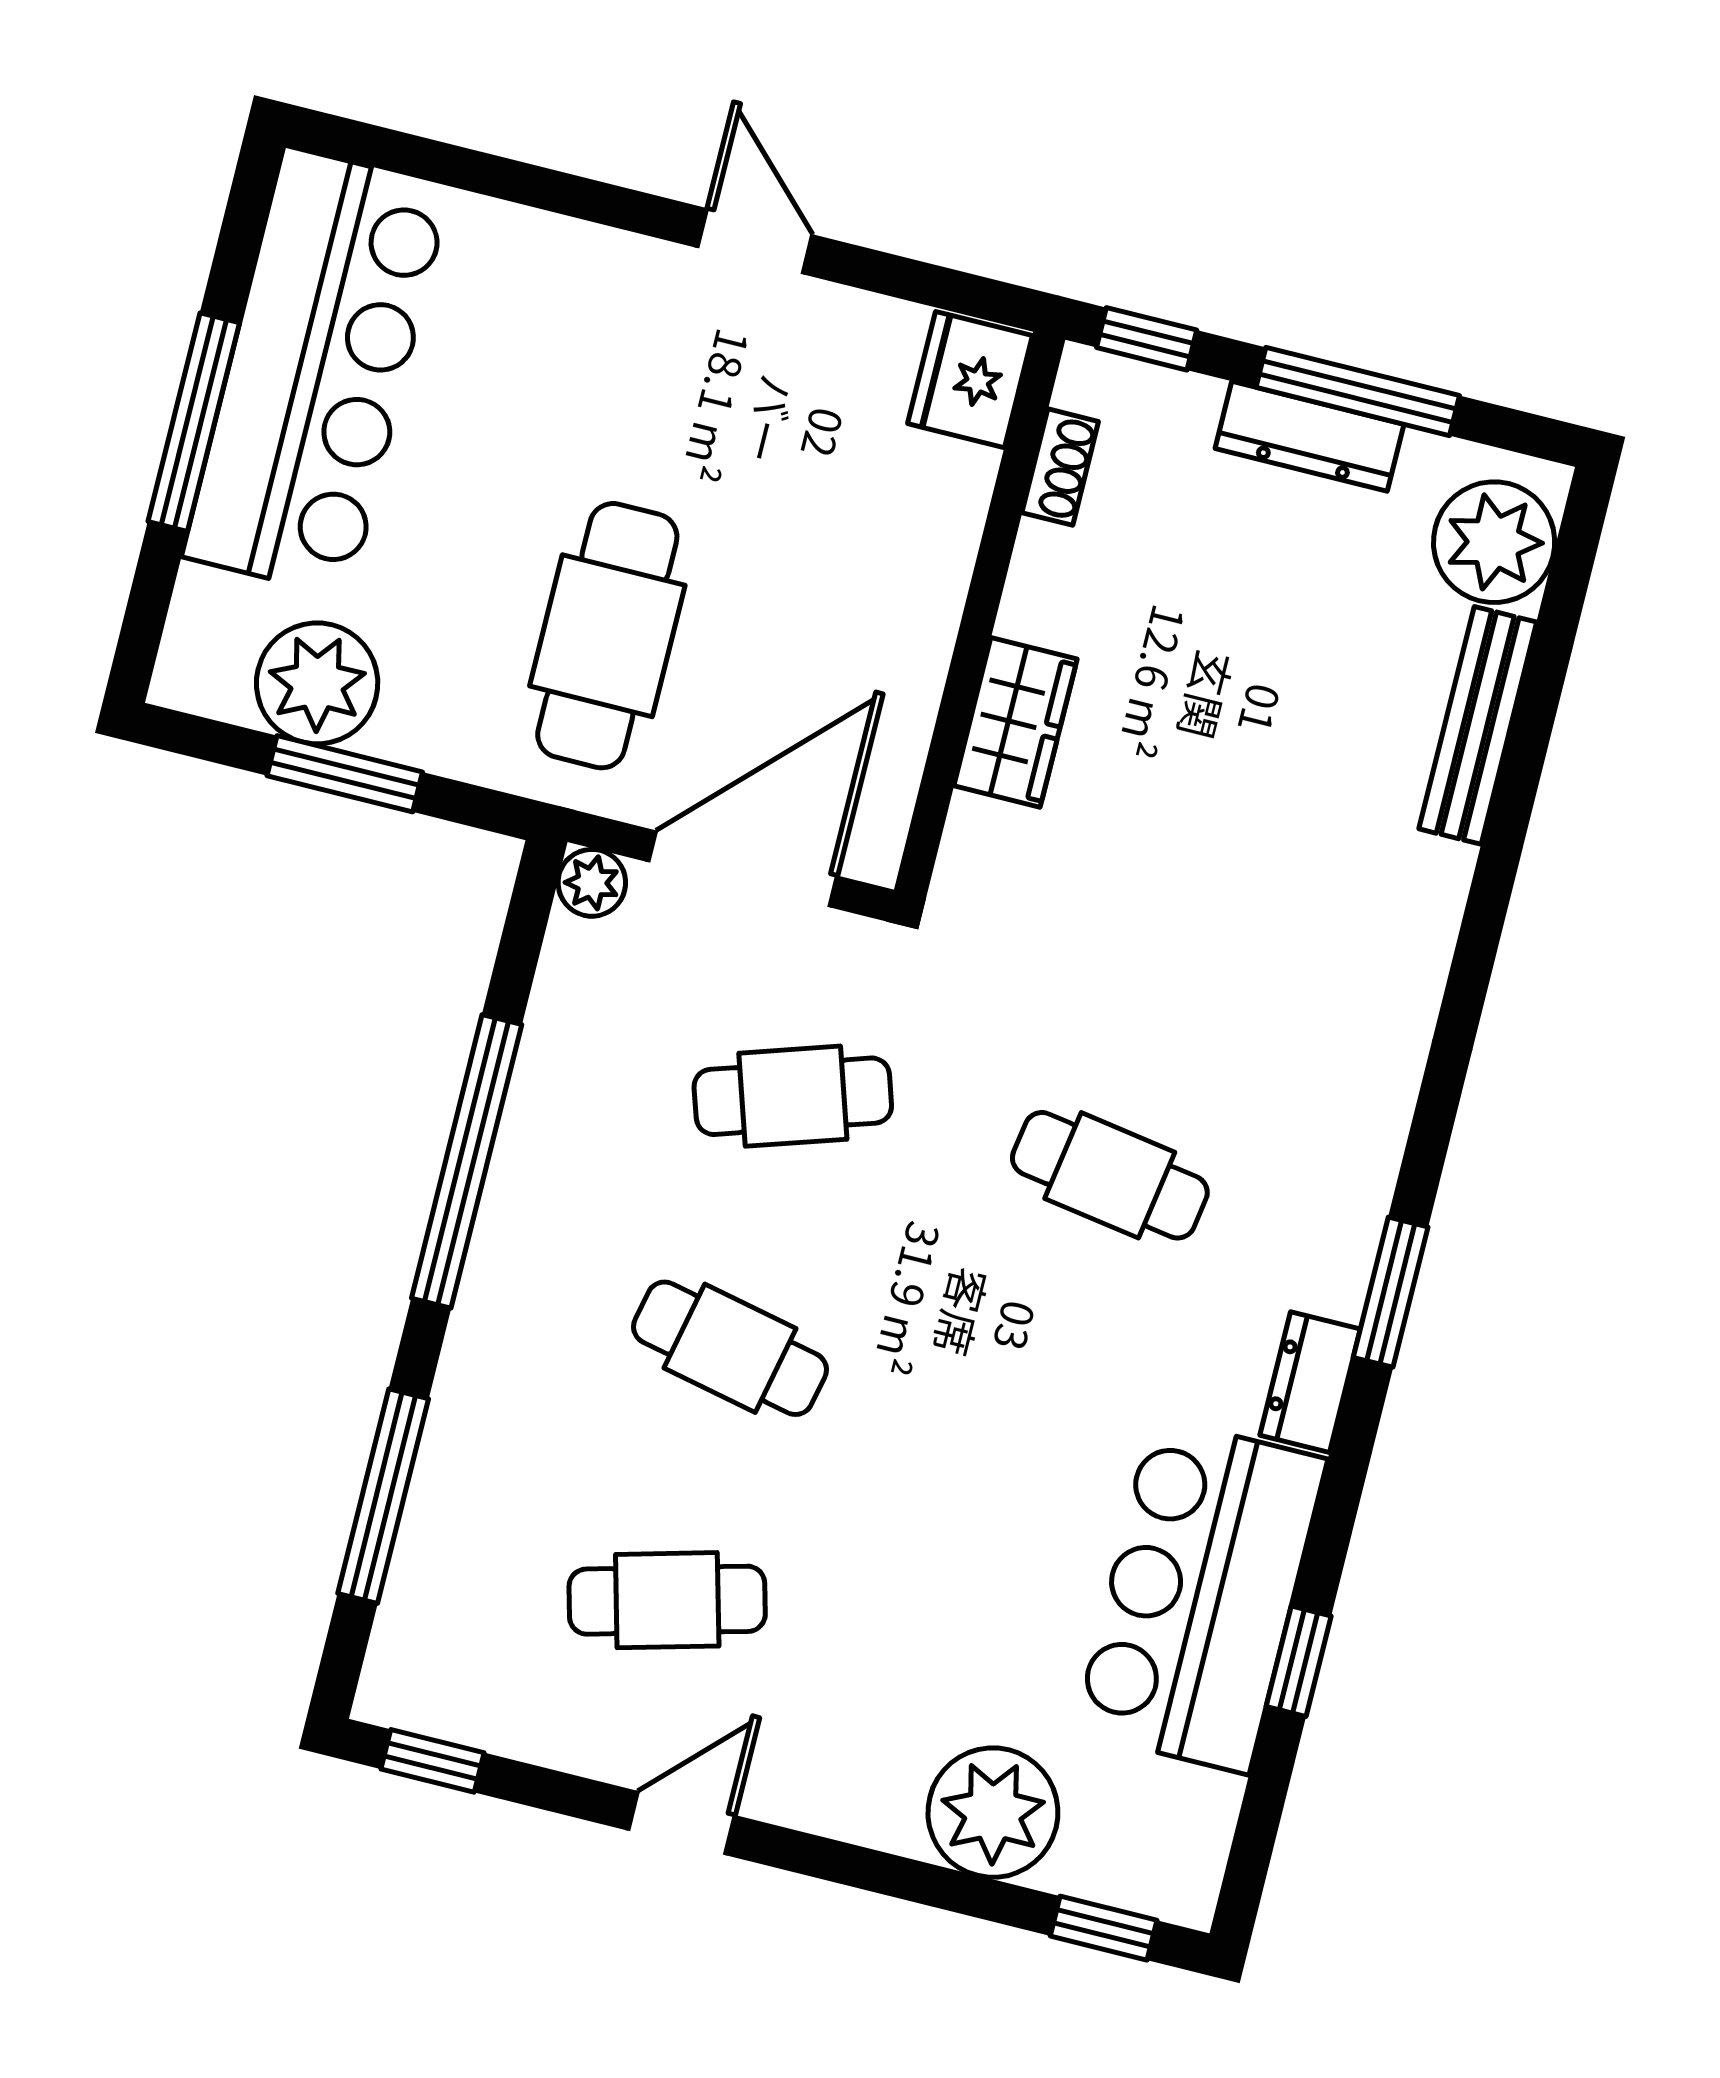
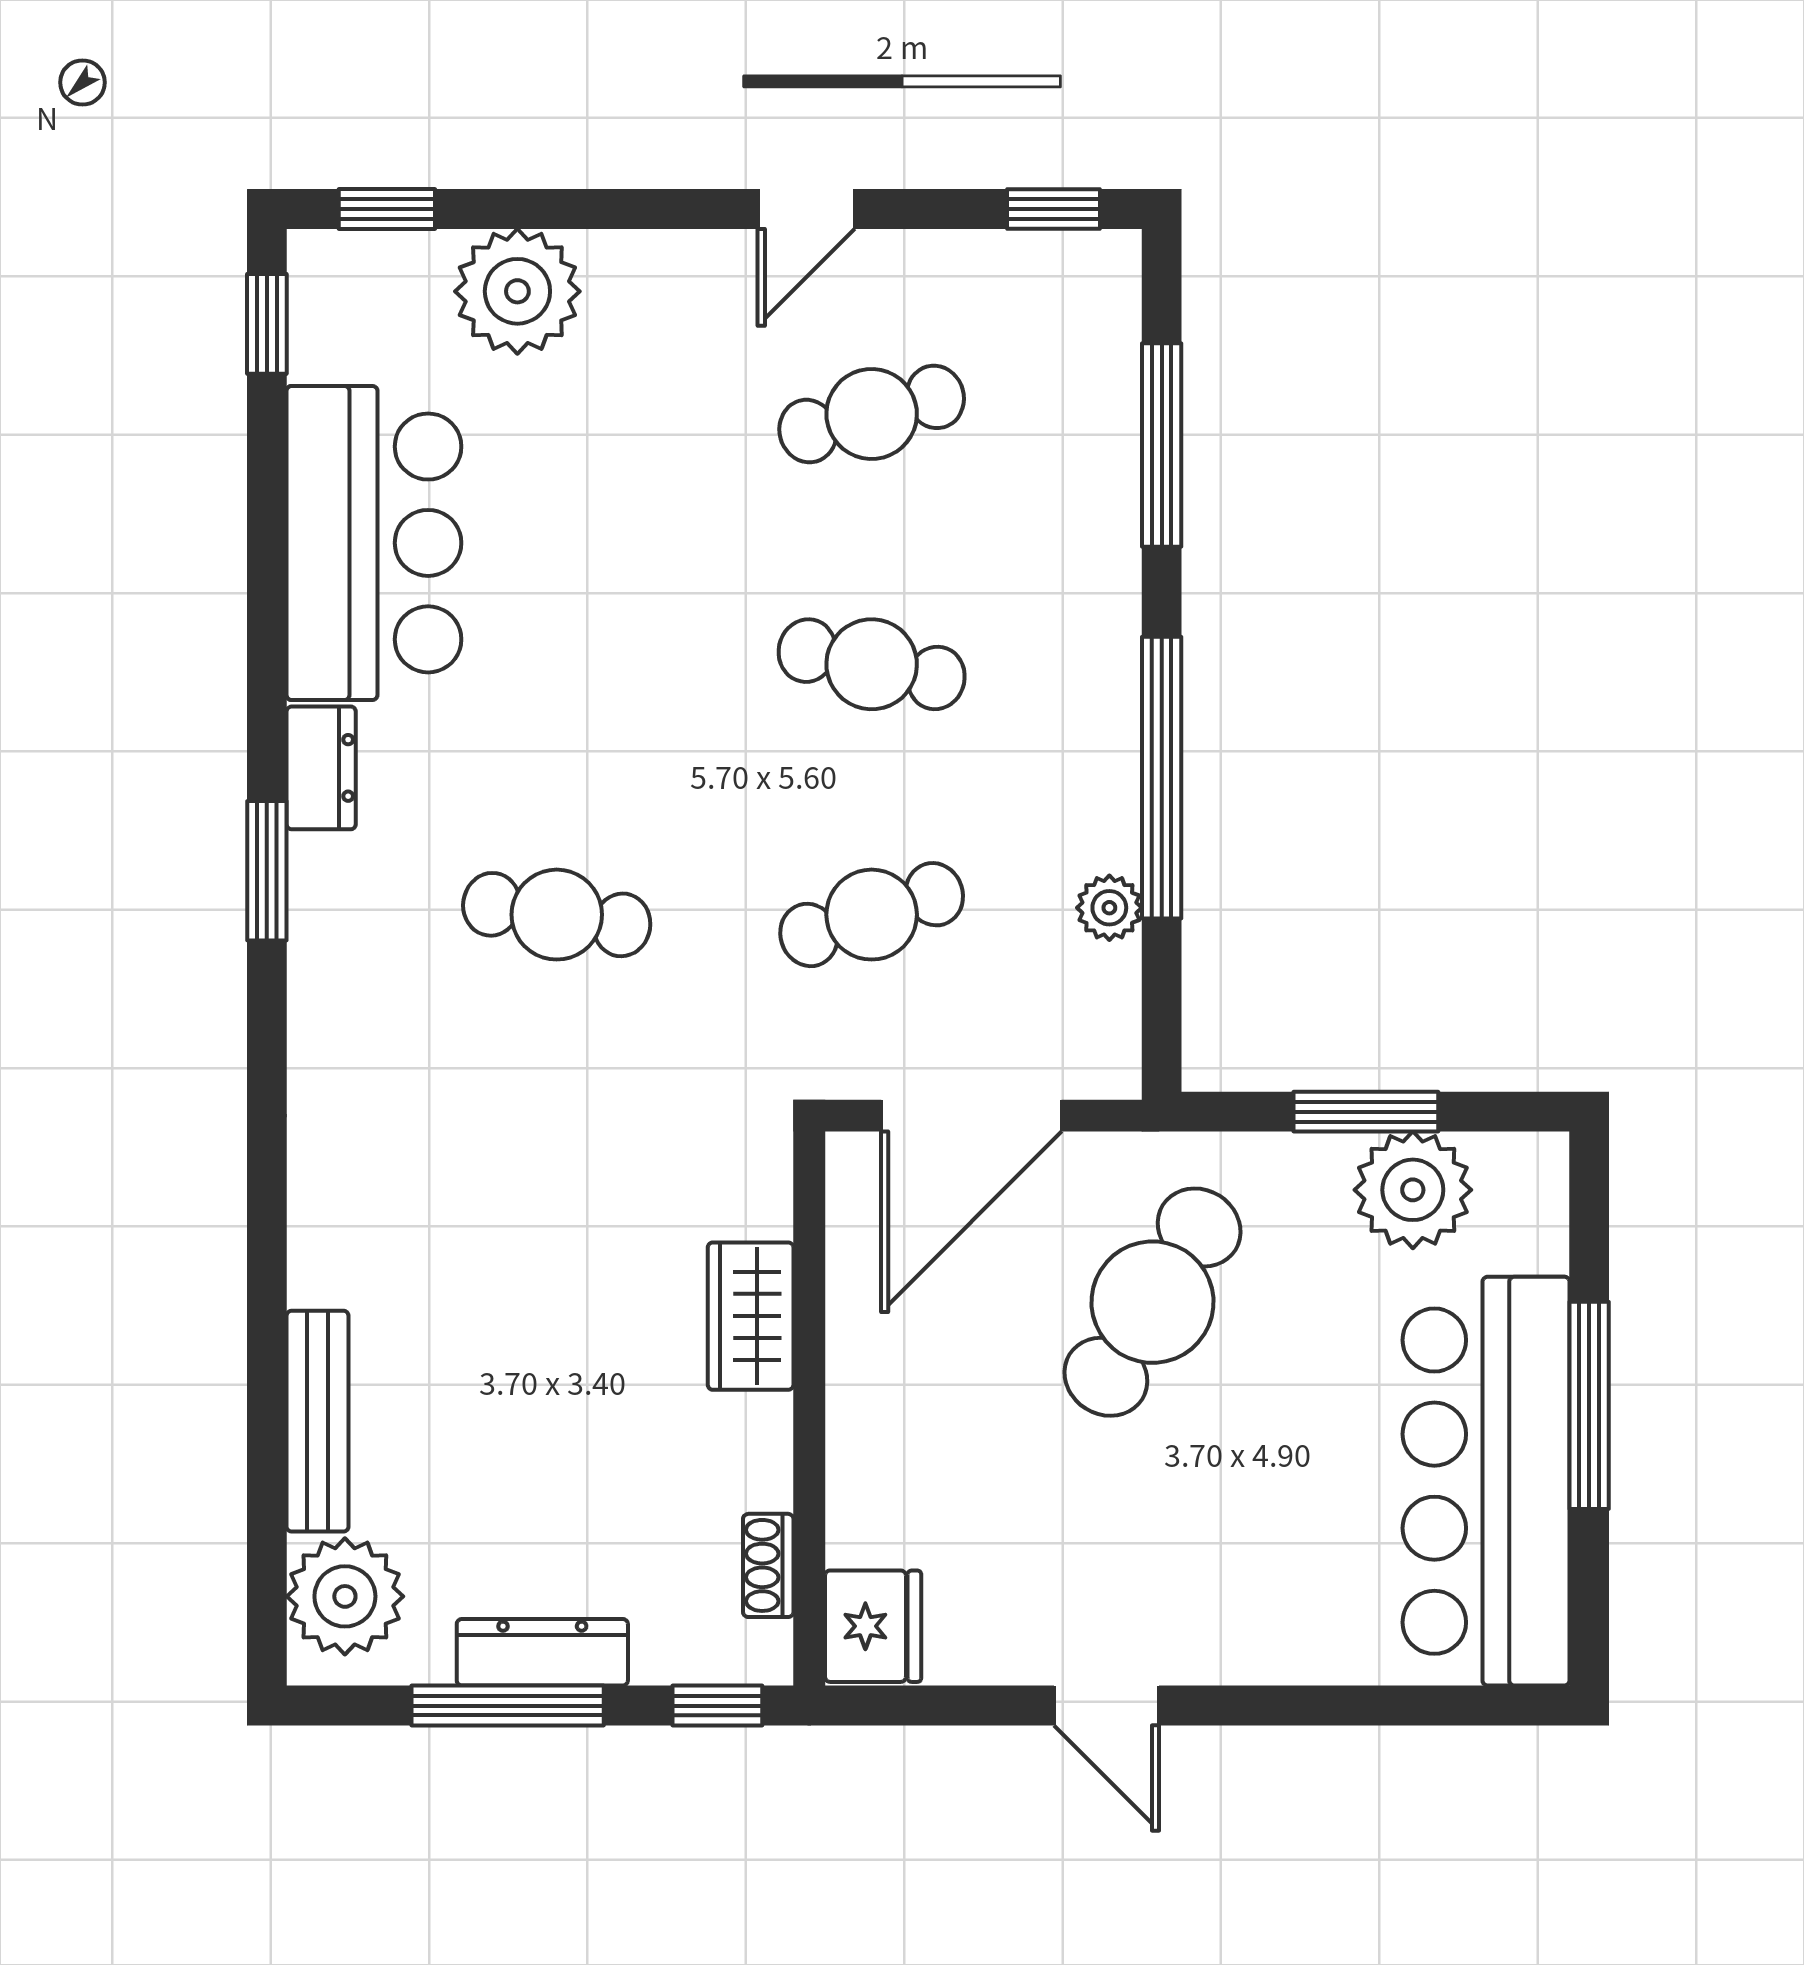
cafe table: (607, 636) -> (1153, 1302), turned 32
plant: (592, 883) -> (1109, 908), moved
window: (1299, 1661) -> (267, 324), moved

